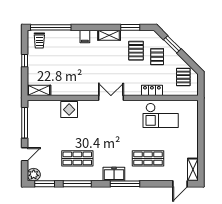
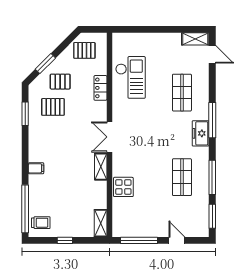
shelving: (109, 35) -> (101, 167), moved
plant: (34, 175) -> (201, 229), removed

